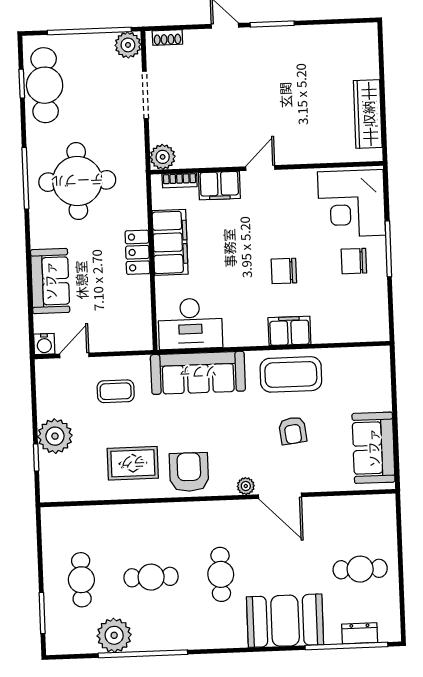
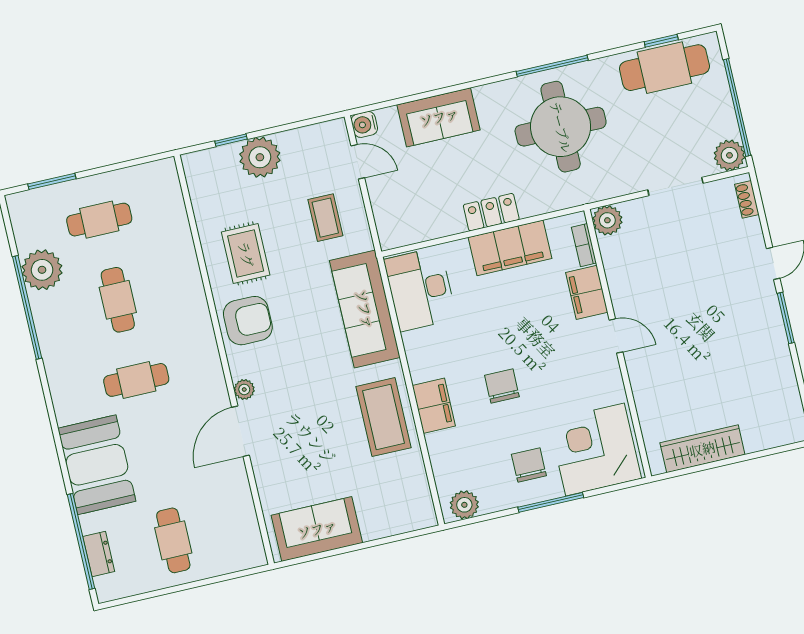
plant: (377, 321) -> (464, 505), added
armchair: (293, 431) -> (319, 432), removed

